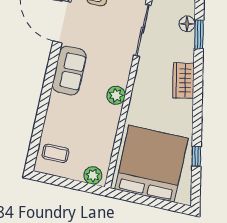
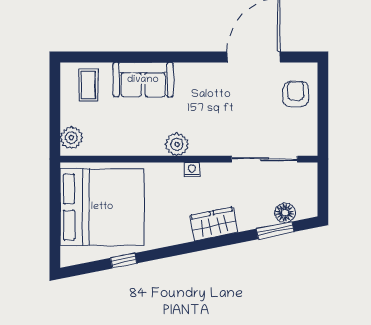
sofa: (69, 71) -> (143, 80), moved
nightstand: (138, 88) -> (192, 170), added

